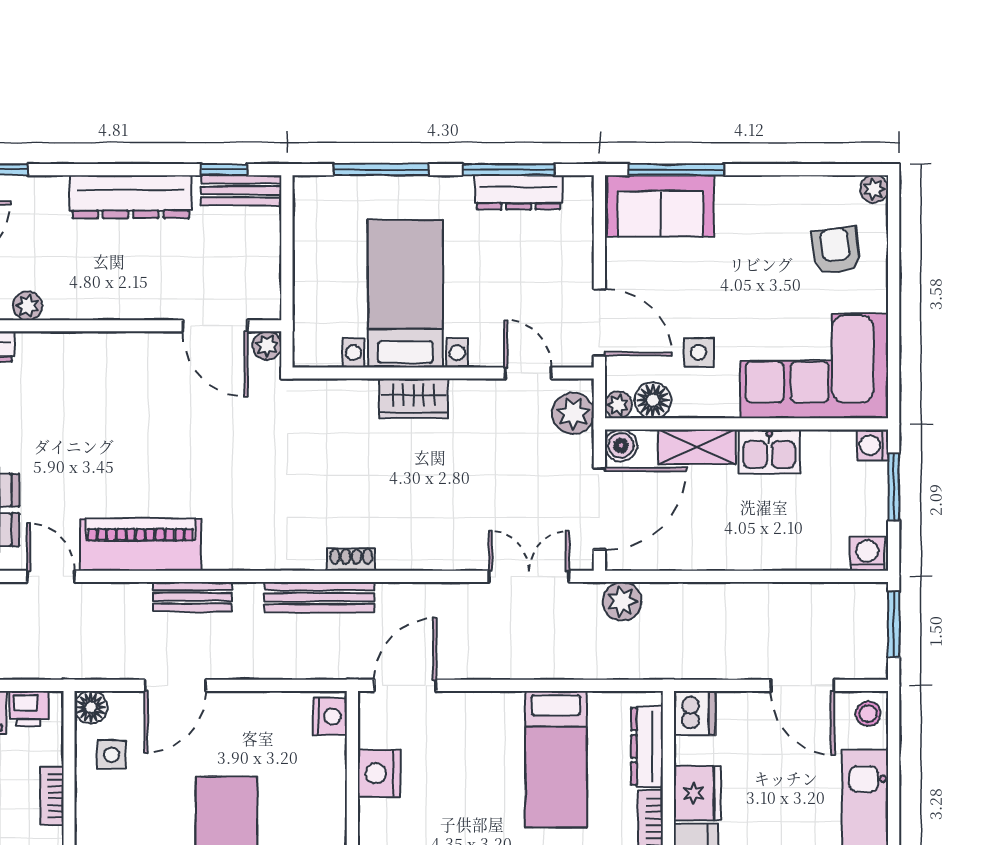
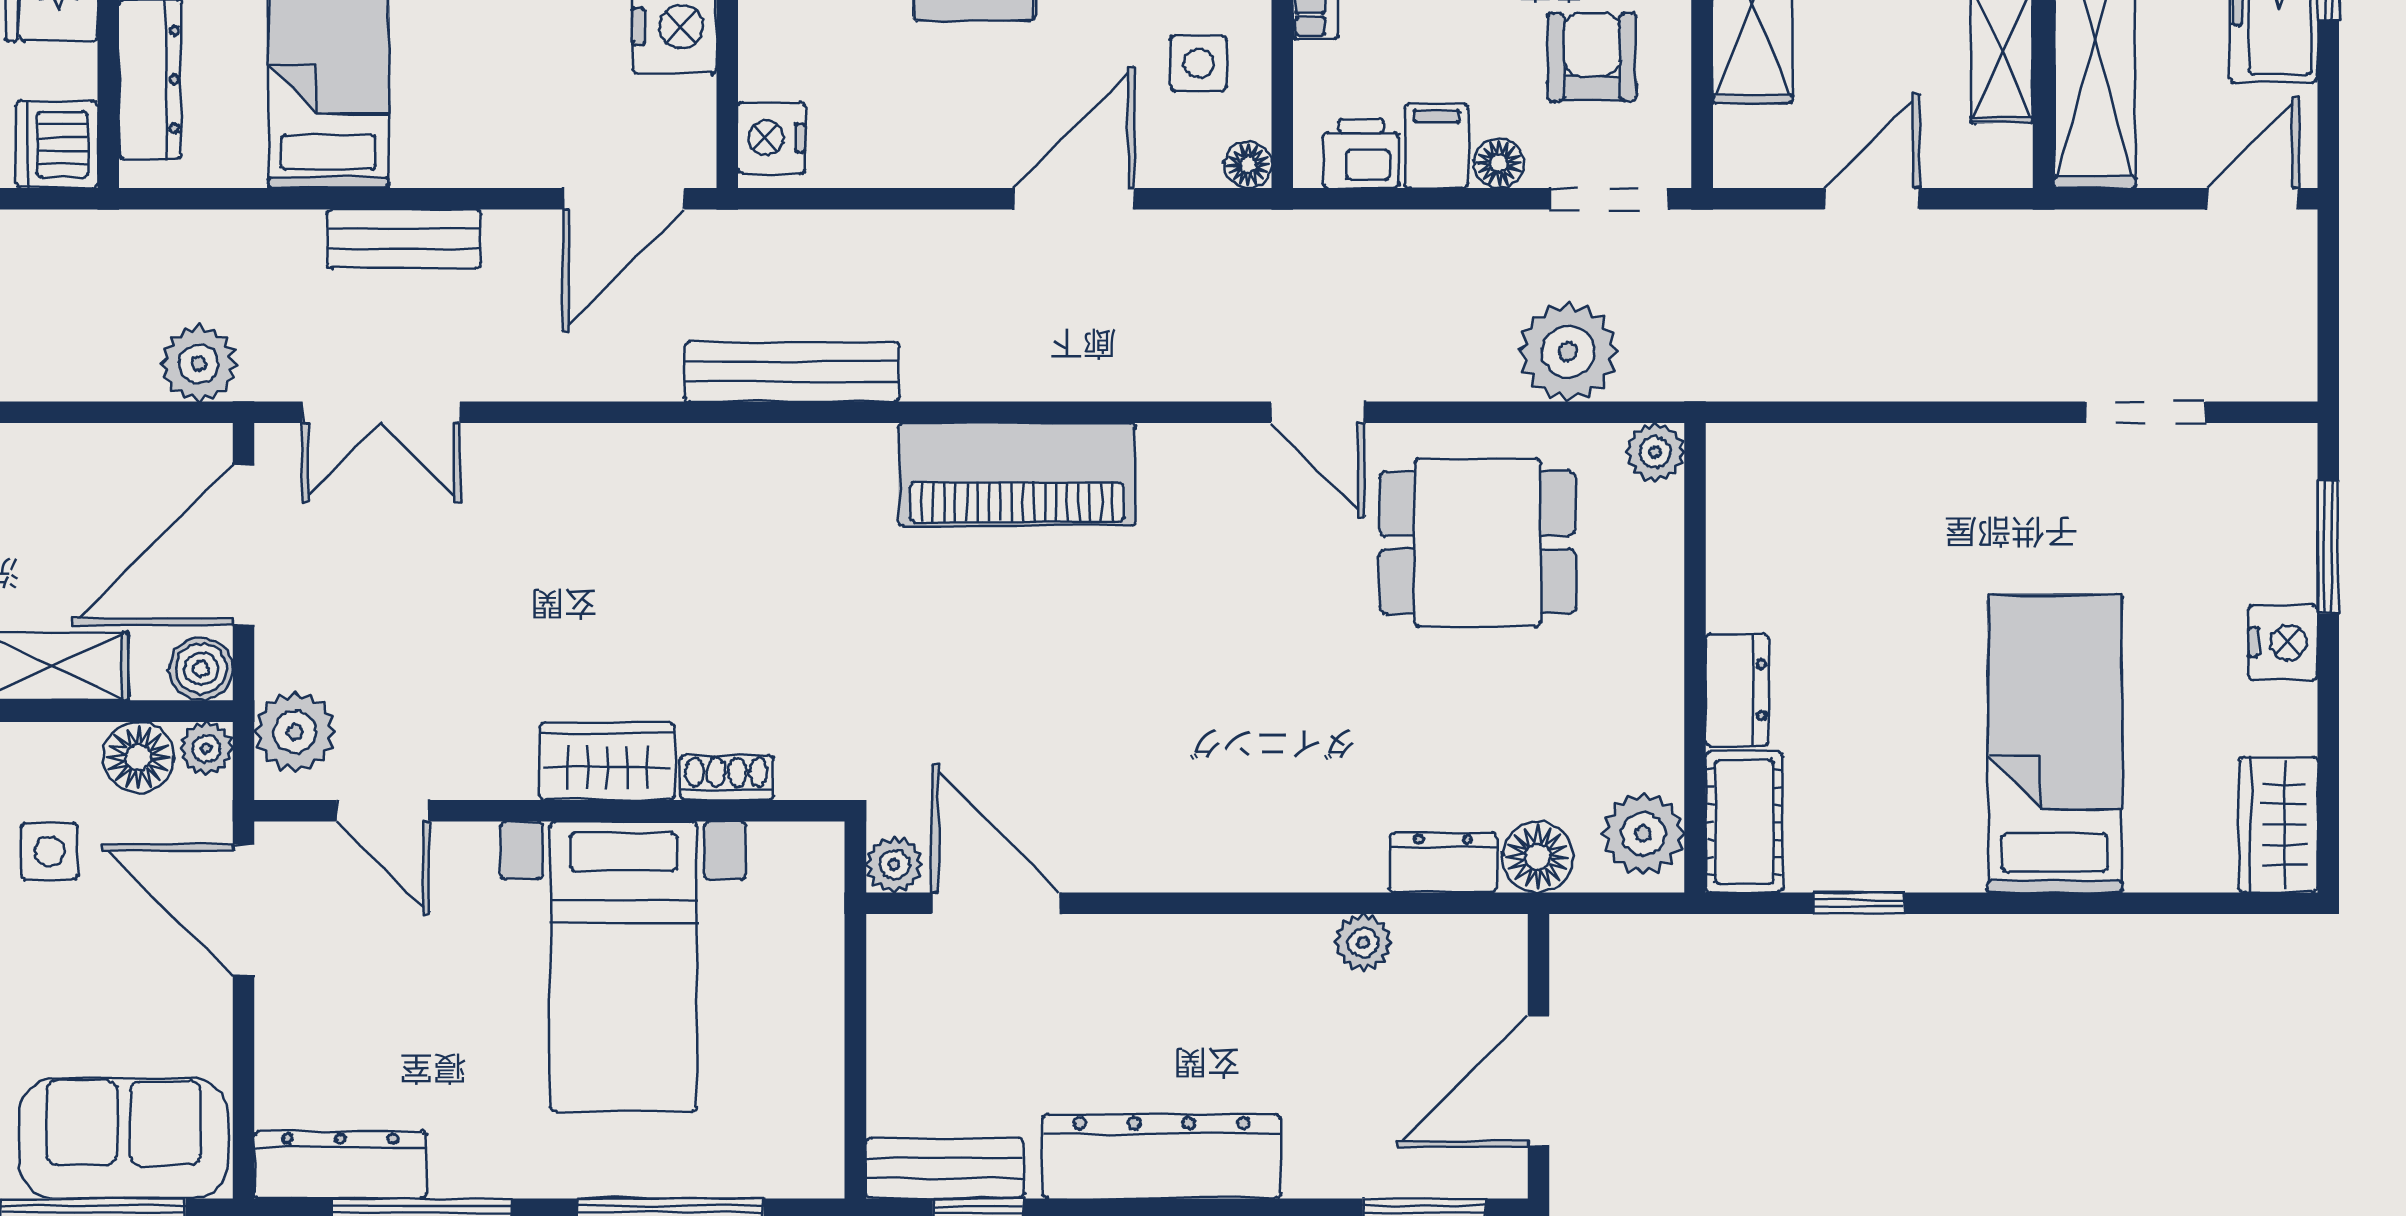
dresser: (519, 192) -> (340, 1165), moved
piano: (141, 545) -> (1017, 474), moved
shoe rack: (351, 559) -> (727, 778), moved, turned 180
bench: (193, 597) -> (404, 239), moved
floor lamp: (91, 707) -> (1248, 165), width x0.73, depth x0.73

